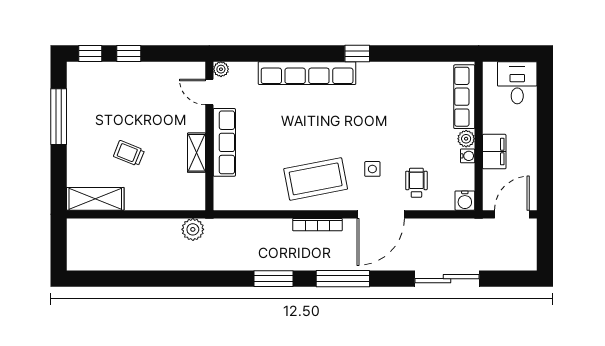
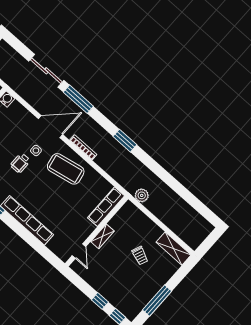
plant: (221, 69) -> (64, 257), removed
row of seats: (224, 142) -> (106, 207), moved
shelving: (196, 153) -> (102, 236), moved
wheelchair: (416, 183) -> (20, 163), moved
window: (343, 279) -> (78, 99), moved

